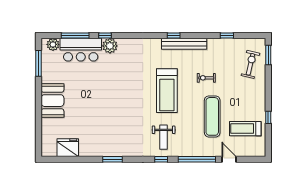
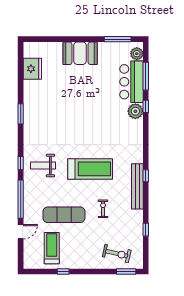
treadmill: (167, 91) -> (90, 169), turned 180

